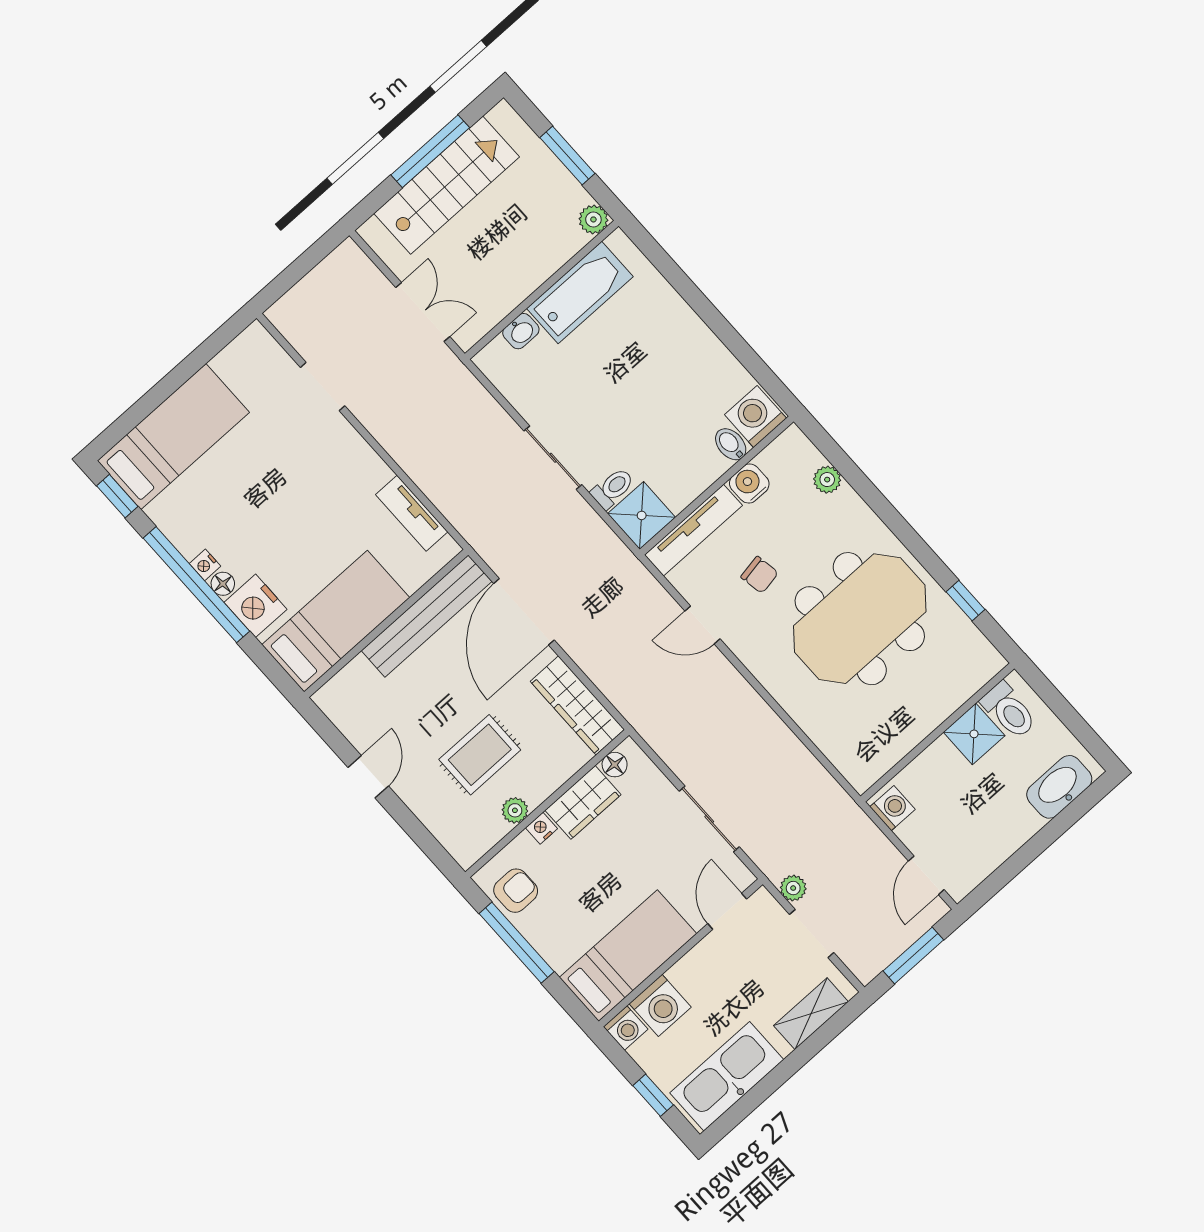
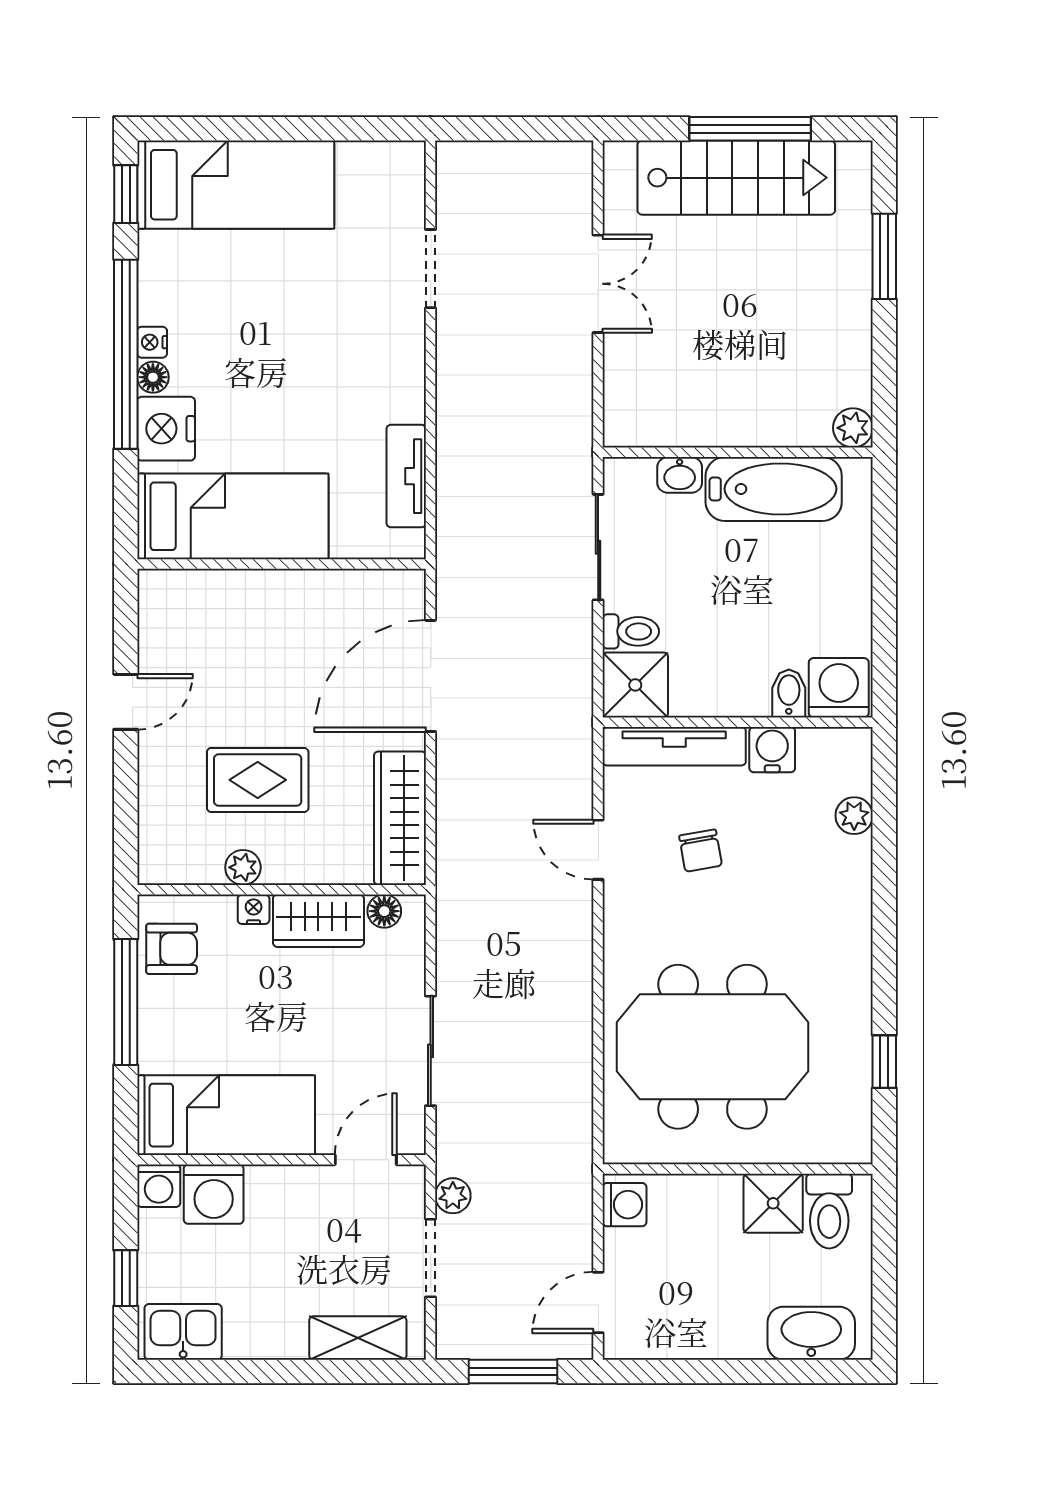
plant: (593, 219) -> (853, 428), moved
wall: (542, 290) -> (738, 452), moved
bathtub: (580, 292) -> (774, 489), moved
washbasin: (521, 331) -> (680, 475), moved
bench: (427, 616) -> (329, 593), removed
meeting table: (860, 619) -> (713, 1047), moved
kitchen sink: (727, 1076) -> (183, 1332), width x0.53, depth x0.81

